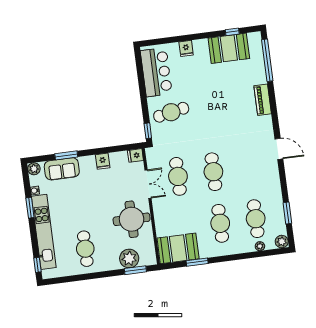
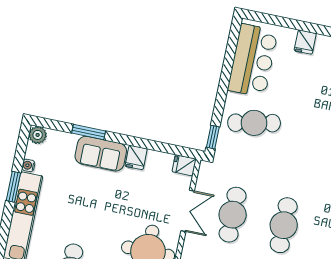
sofa: (62, 169) -> (101, 154), moved

